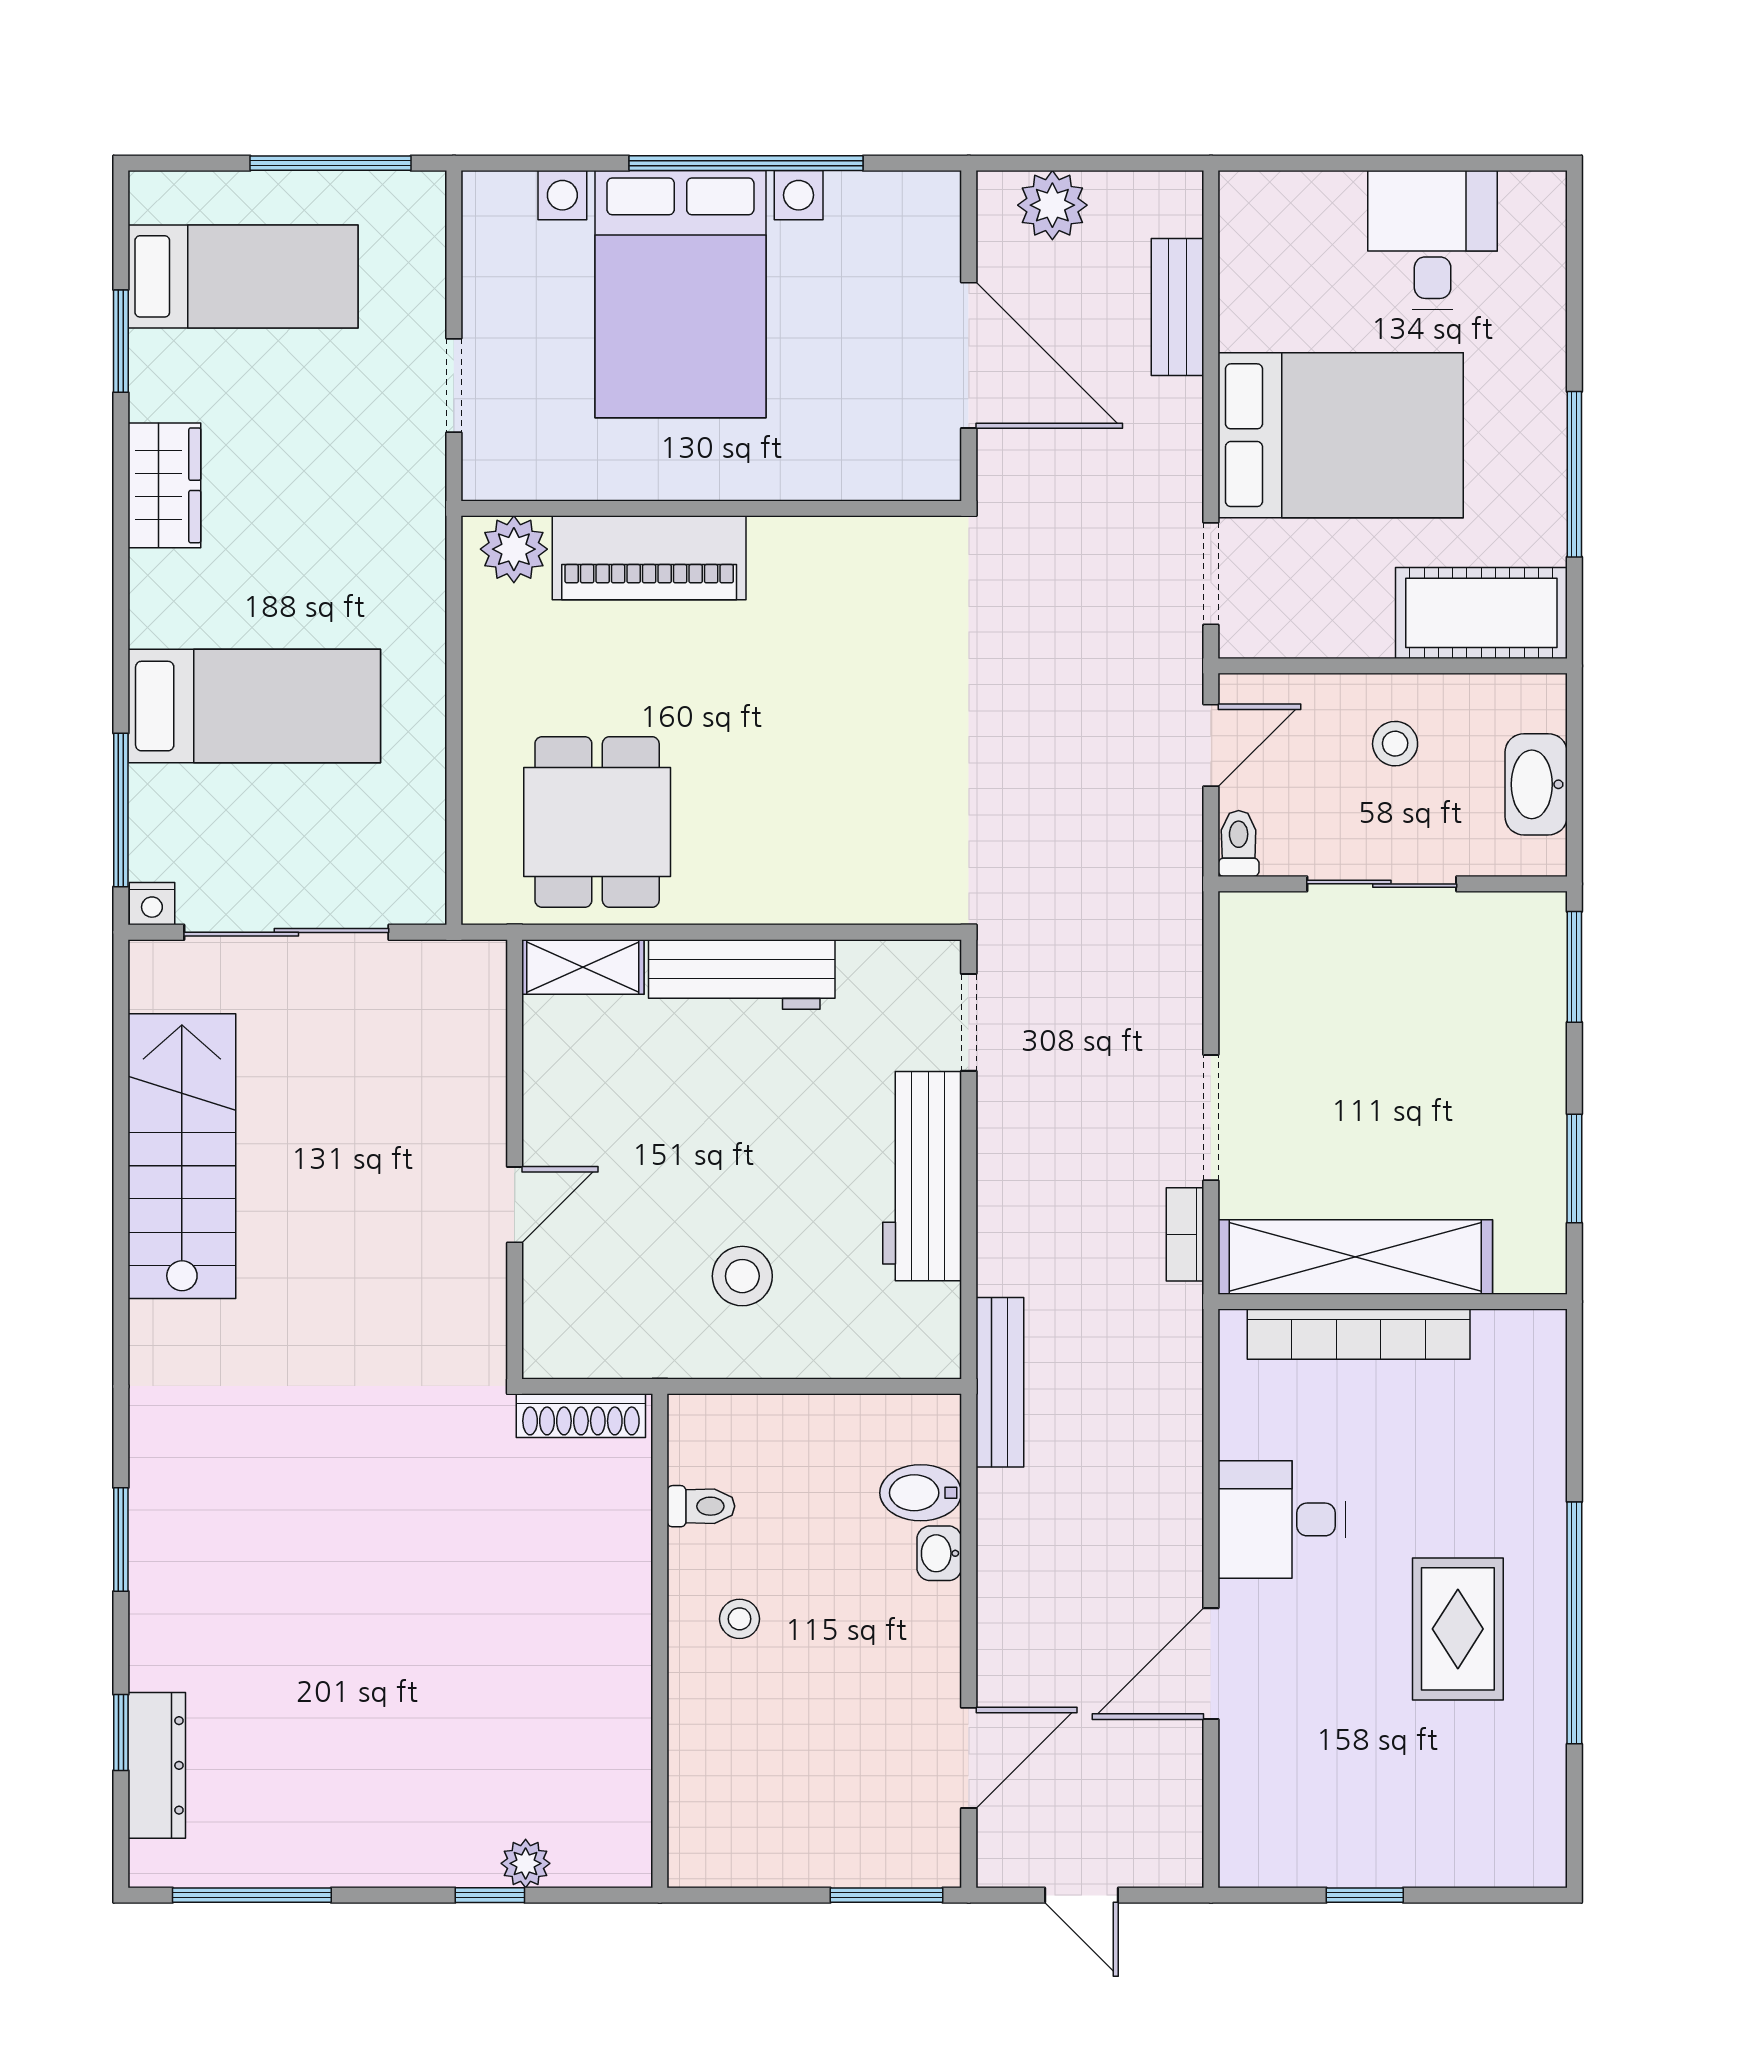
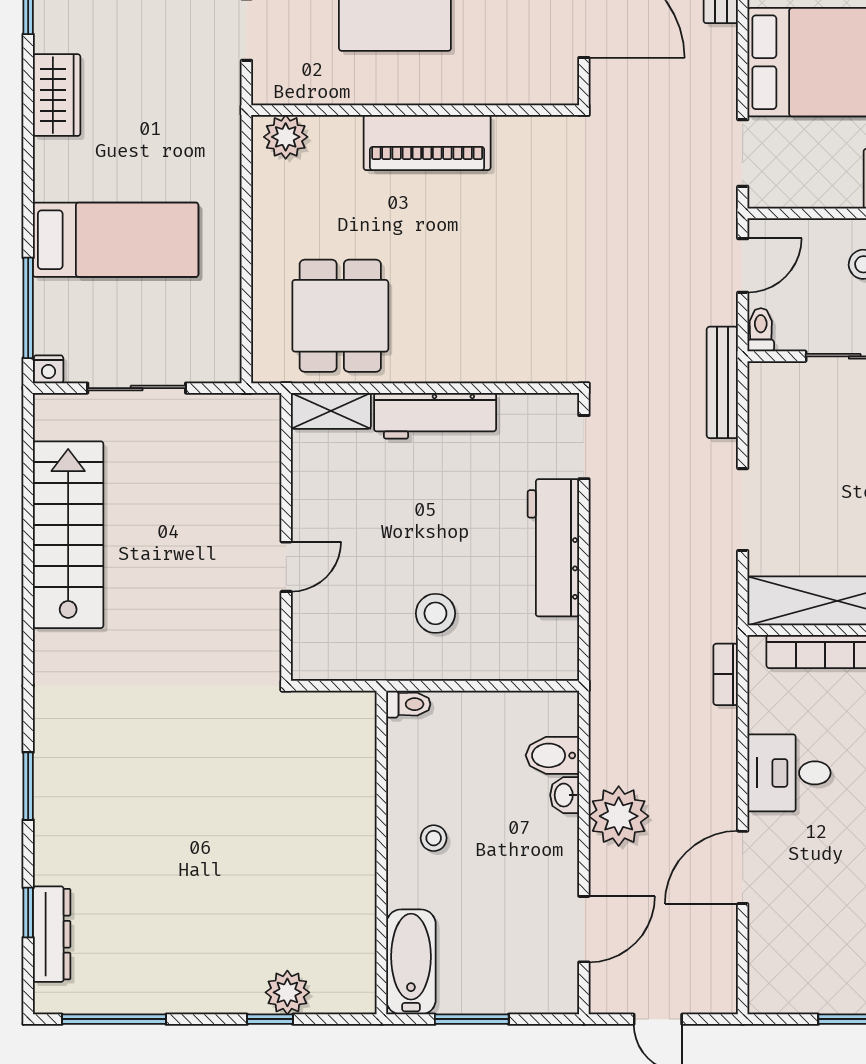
piano: (649, 558) -> (427, 142), moved
sliding door: (286, 932) -> (137, 388), width x0.73
bookcase: (1185, 1234) -> (726, 674), moved
bench: (1000, 1382) -> (722, 382), moved
shoe rack: (581, 1416) -> (330, 705), removed
toilet: (701, 1506) -> (408, 704), moved
plant: (1022, 1585) -> (619, 816), added
bathtub: (705, 1808) -> (411, 962), added
plant: (526, 1863) -> (287, 992), width x1.38, depth x1.38
window: (886, 1895) -> (472, 1019), moved

